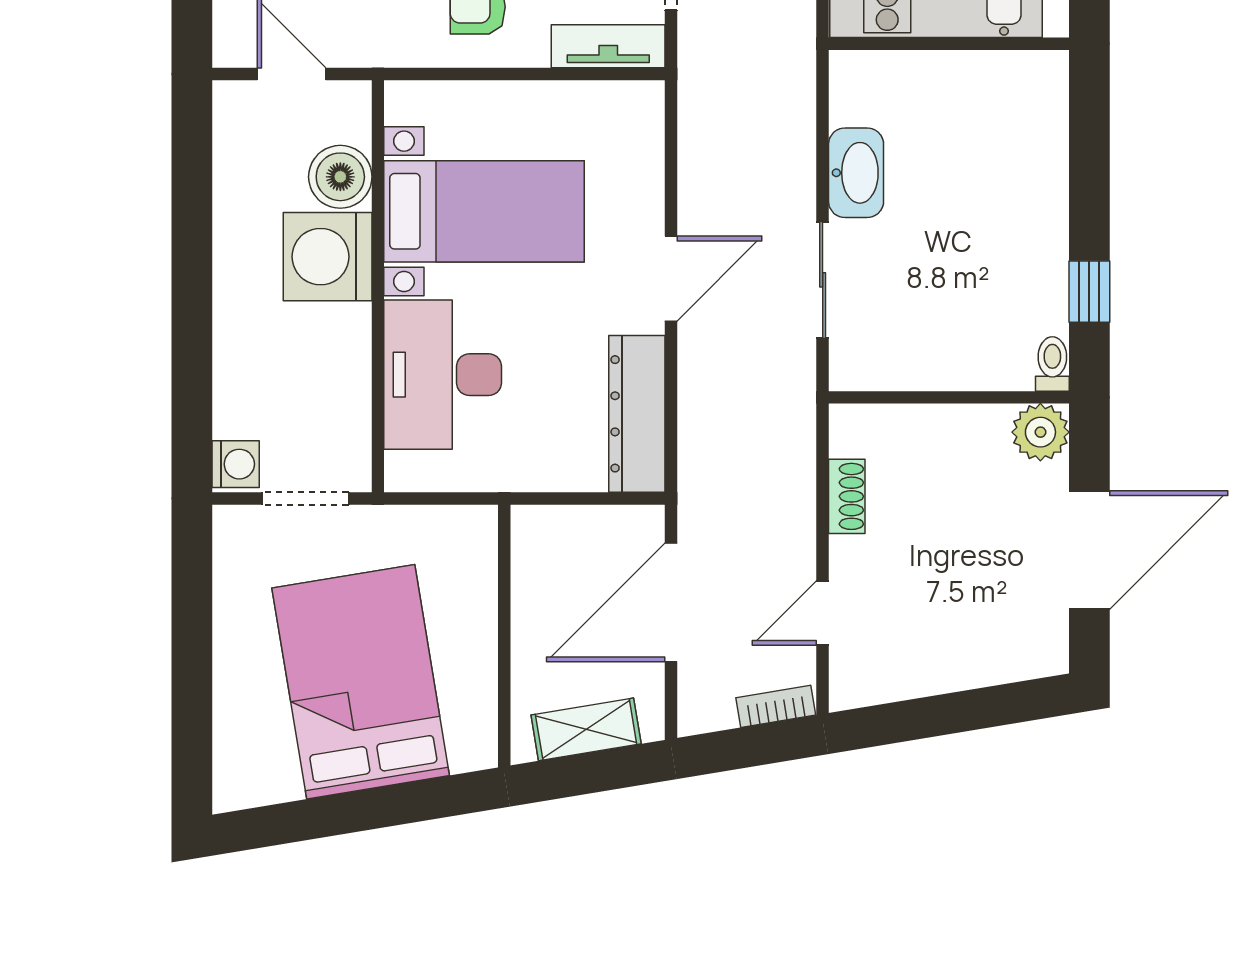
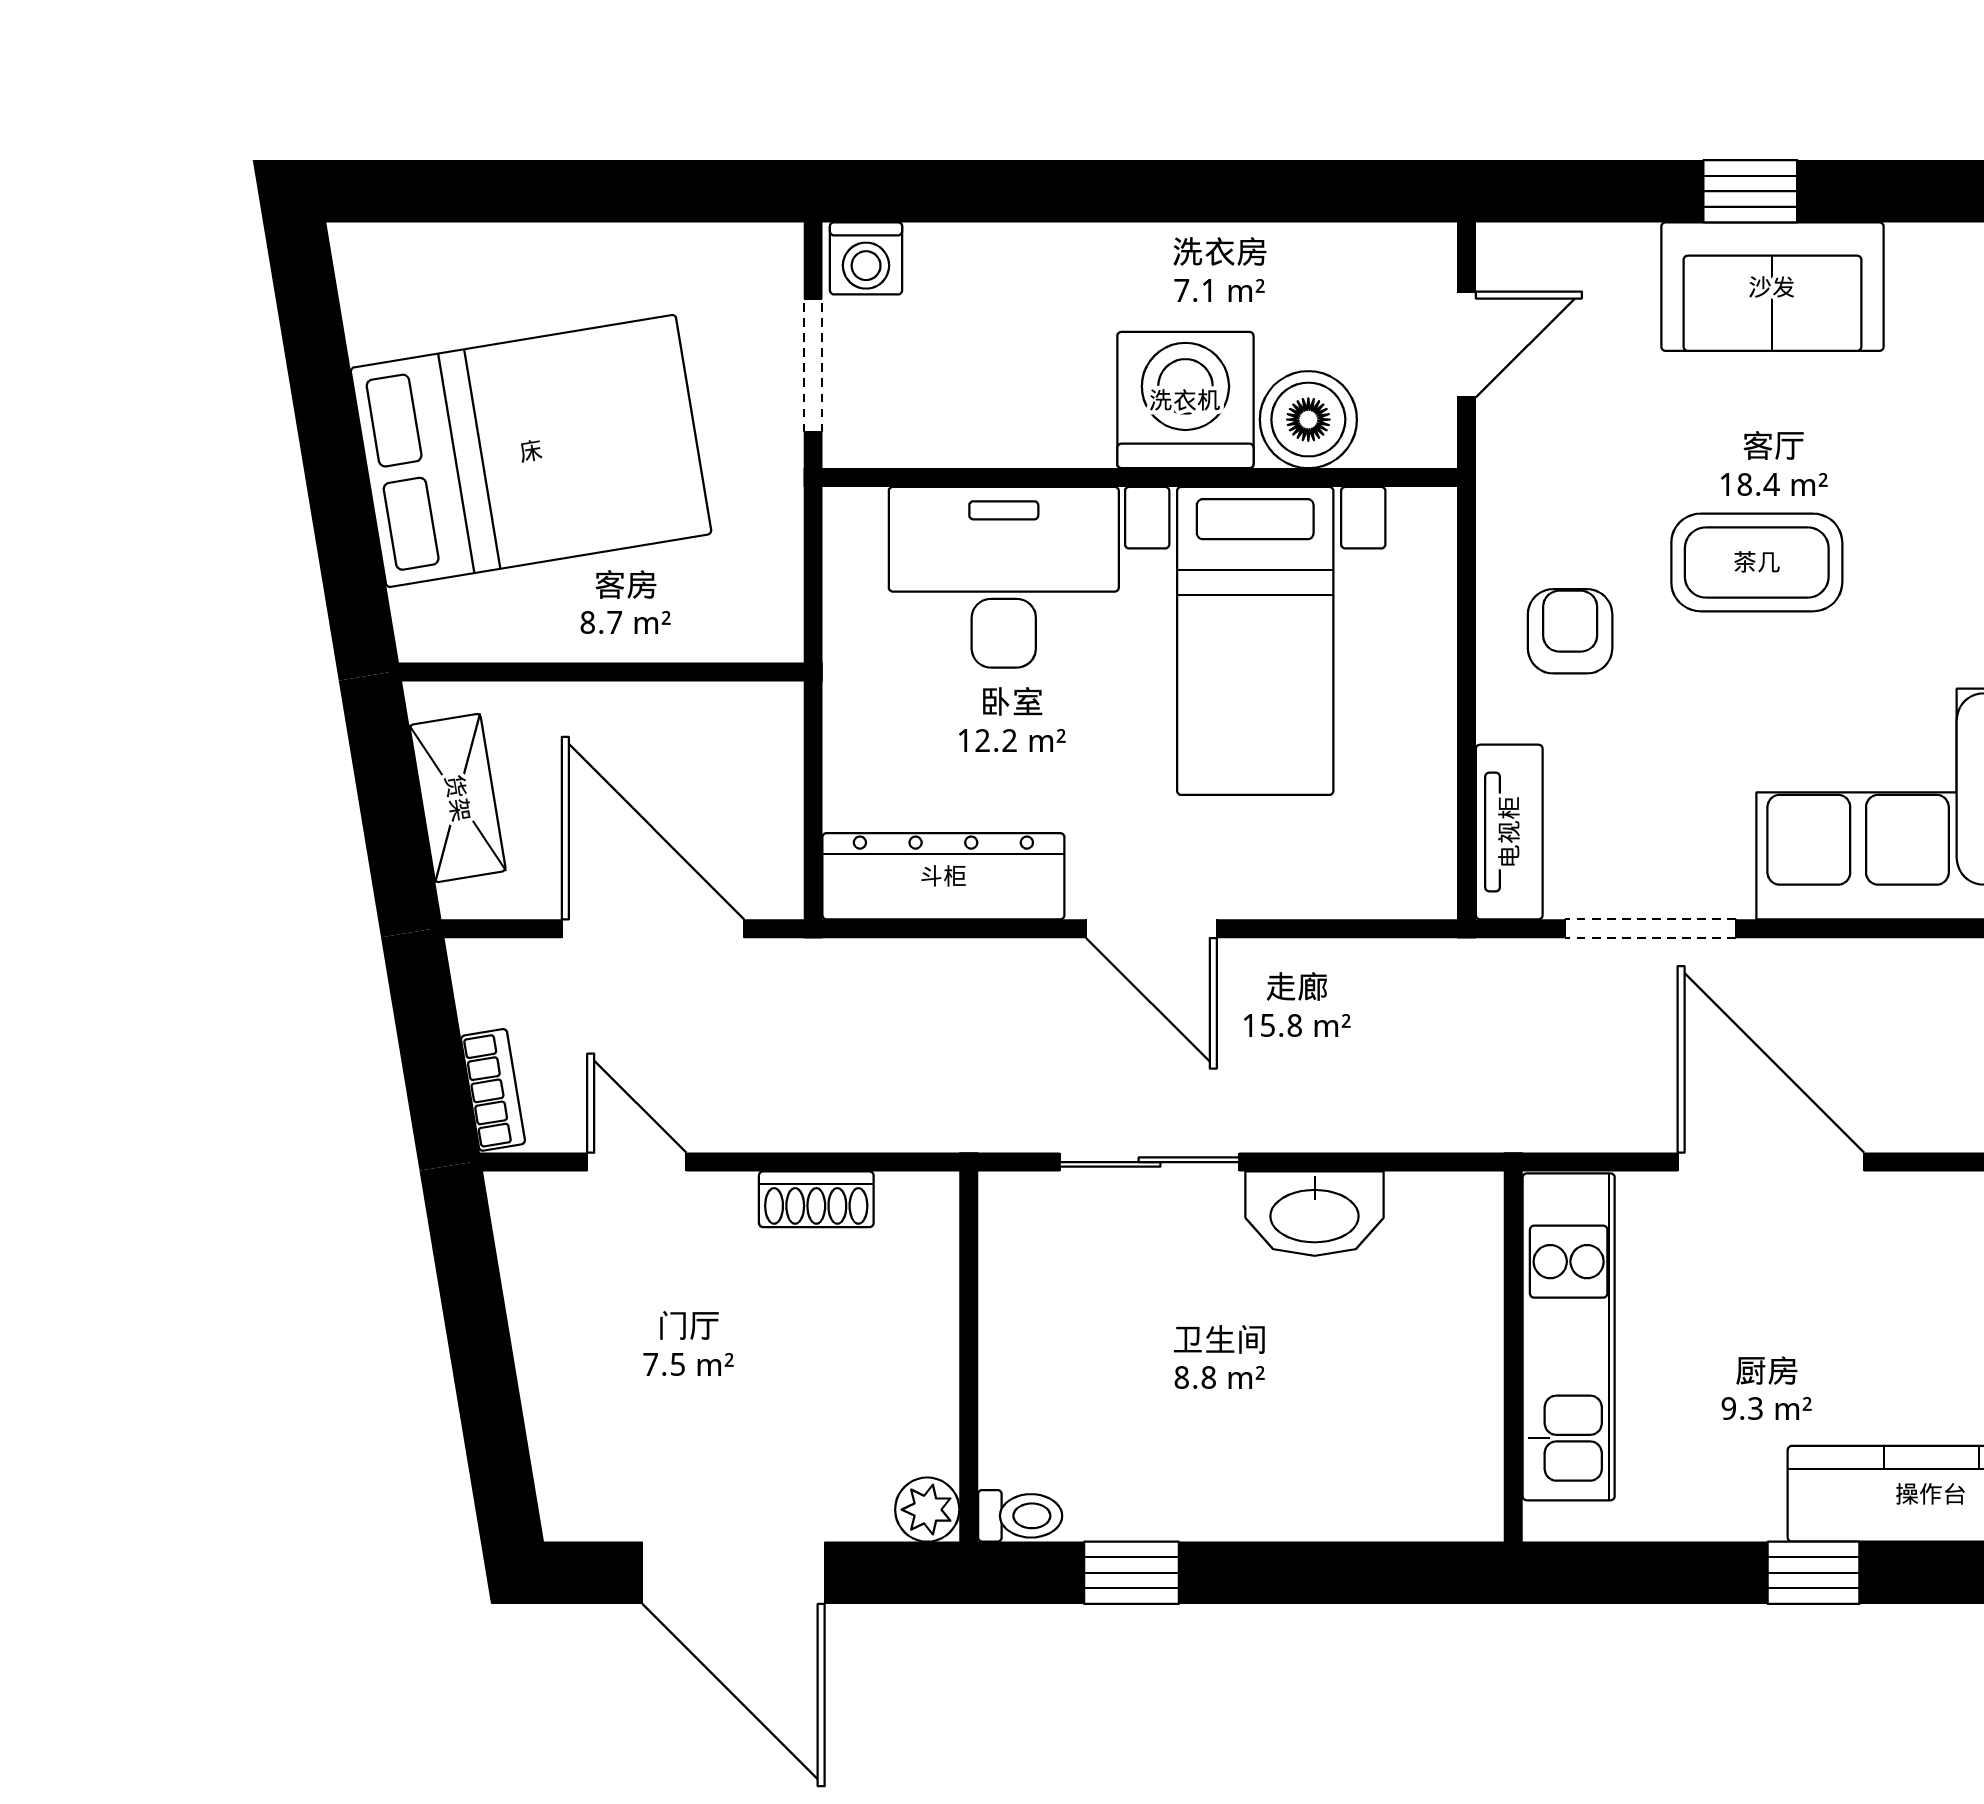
plant: (1040, 432) -> (927, 1510), width x0.73, depth x0.73

